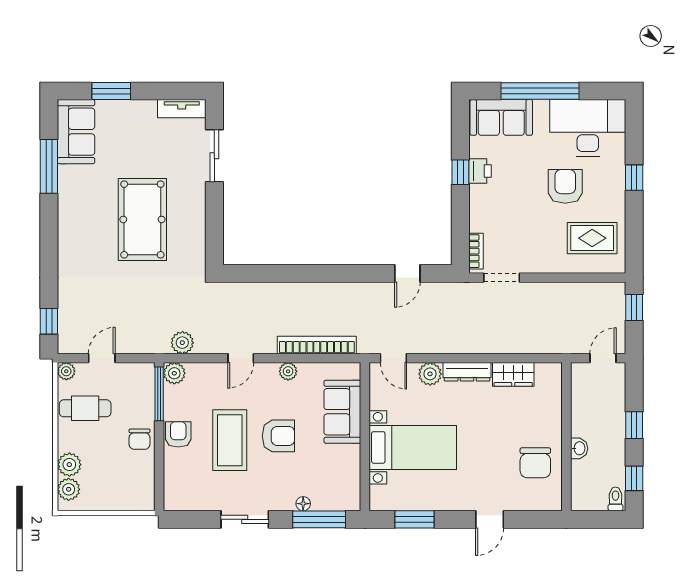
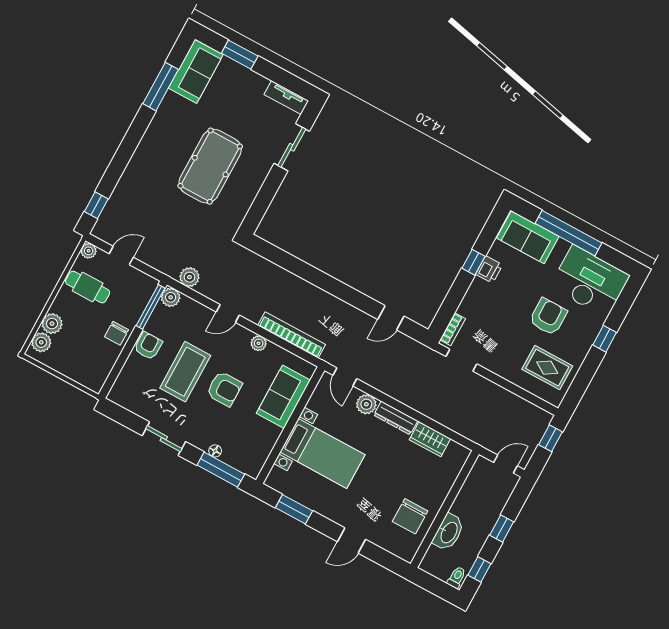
washbasin: (579, 448) -> (449, 532), width x1.91, depth x1.45

